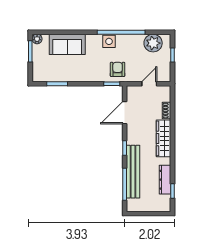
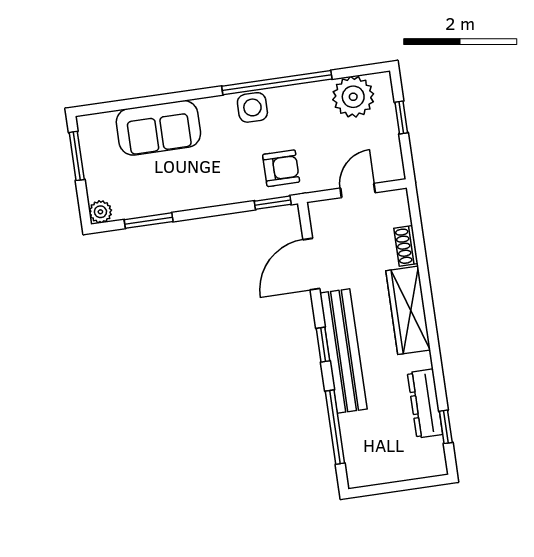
plant: (37, 39) -> (100, 212), moved
armchair: (118, 69) -> (281, 168), turned 90
bench: (133, 172) -> (343, 351), moved

